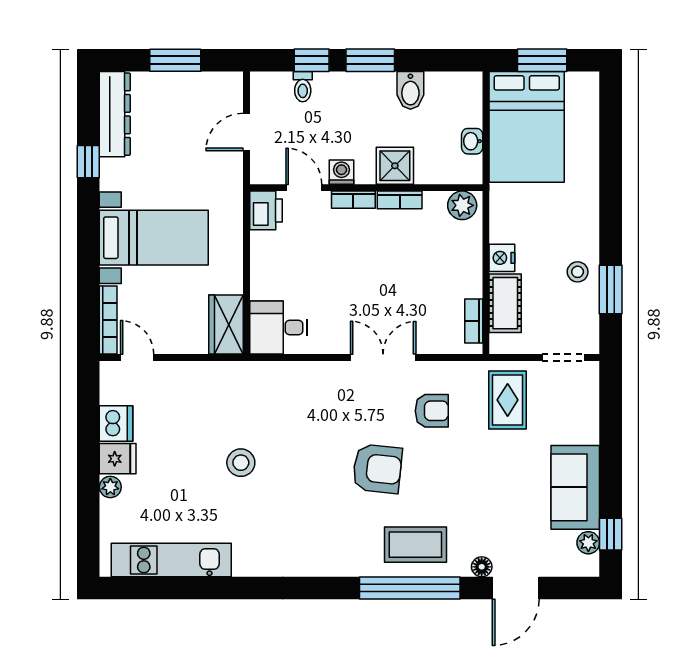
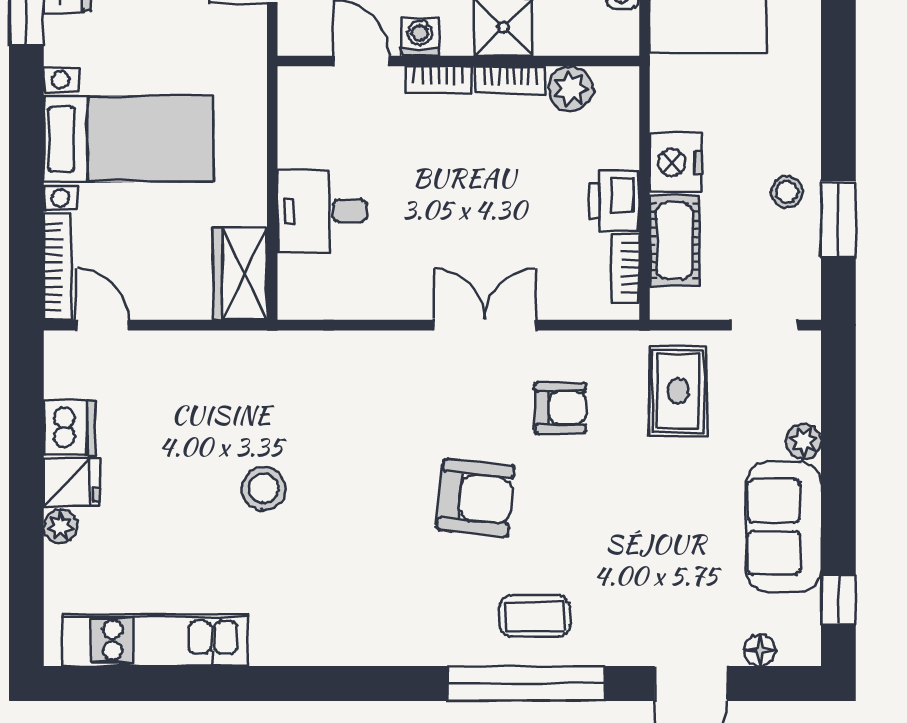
plant: (462, 205) -> (571, 89), moved
printer: (266, 210) -> (614, 200), moved, turned 180
nightstand: (502, 258) -> (676, 162), width x1.36, depth x1.33
desk: (279, 328) -> (322, 211), moved
plant: (588, 543) -> (804, 441), moved
coffee table: (415, 545) -> (535, 616), width x0.73, depth x0.77
floor lamp: (482, 567) -> (760, 650), moved

